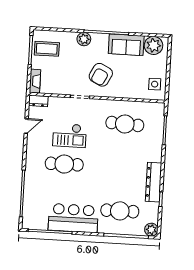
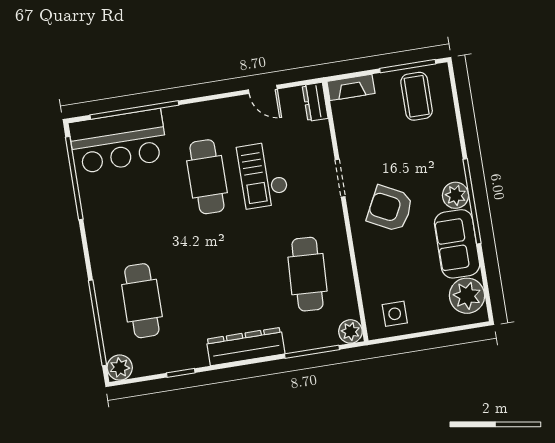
plant: (84, 39) -> (456, 195), moved
plant: (159, 109) -> (350, 331), added
dresser: (154, 182) -> (246, 346), moved
bar counter: (73, 218) -> (118, 141), moved, turned 90

